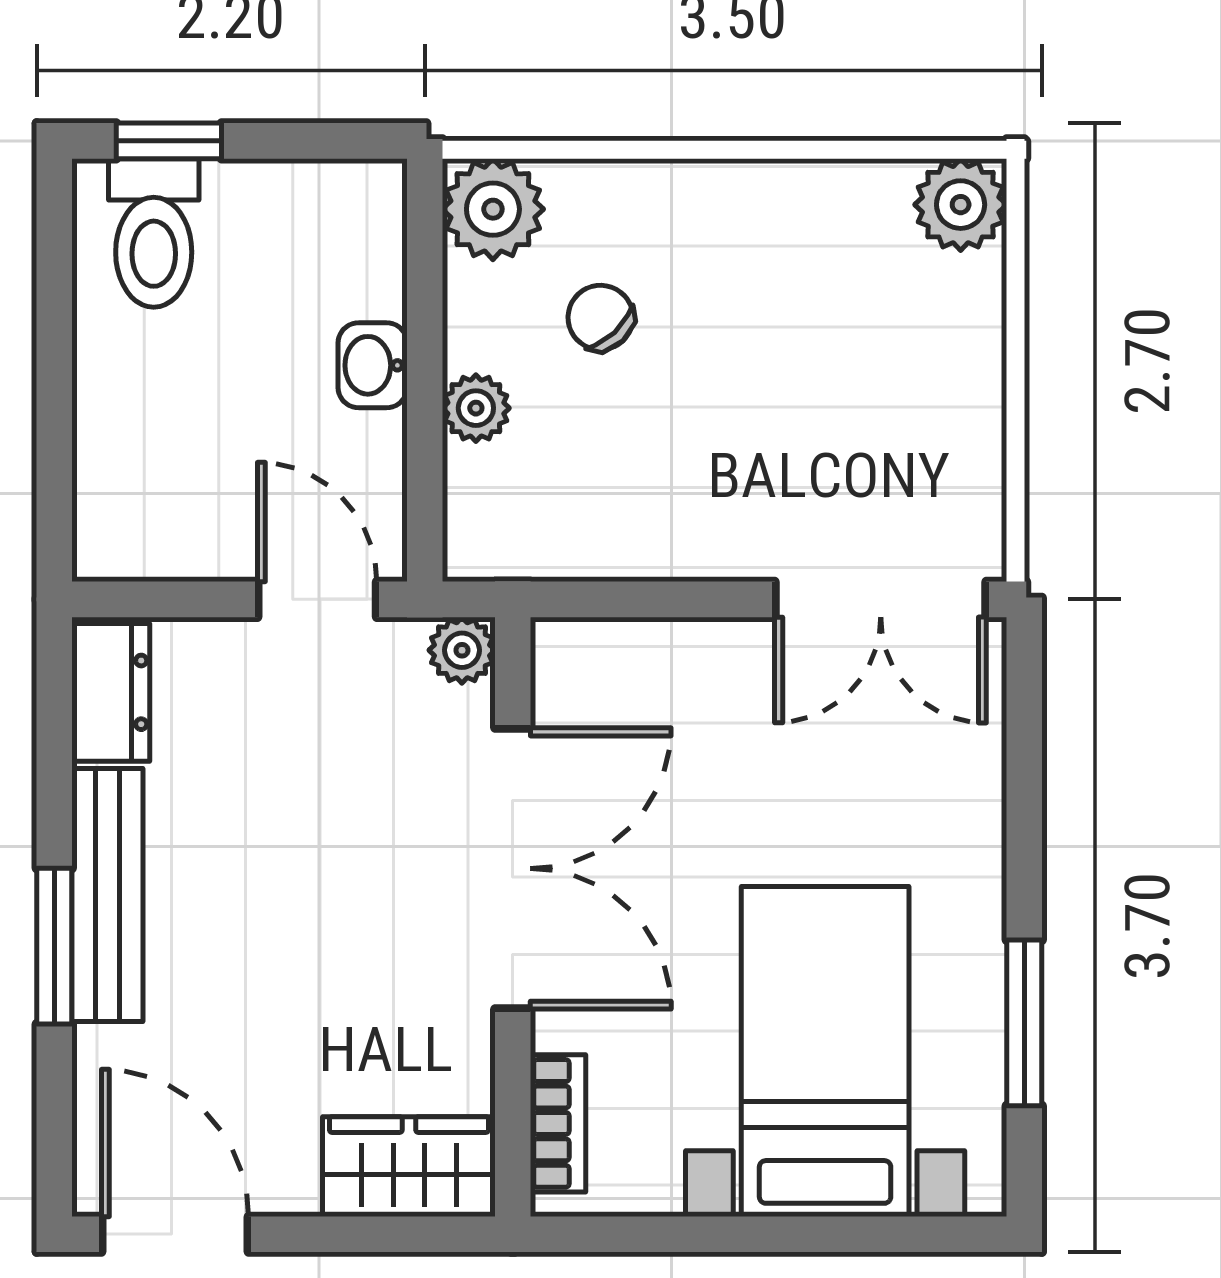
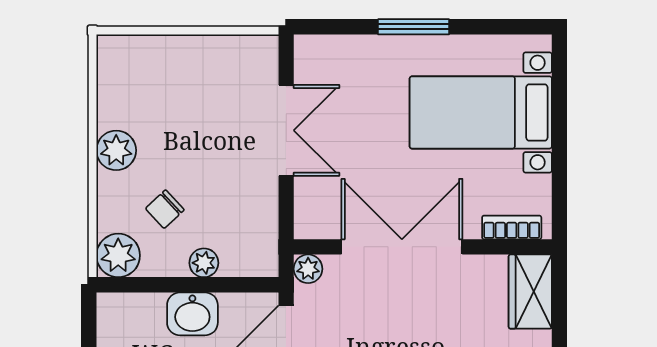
plant: (961, 205) -> (116, 150), moved
washbasin: (373, 365) -> (192, 314), width x1.38, depth x1.45
double door: (881, 599) -> (286, 130), moved
window: (1024, 1023) -> (414, 27), moved

